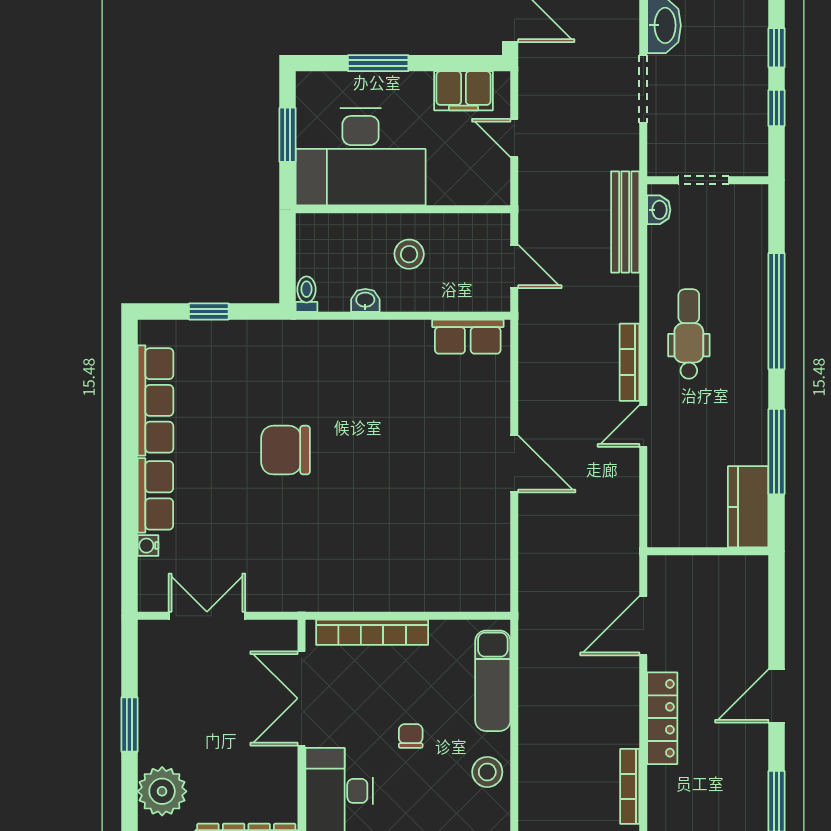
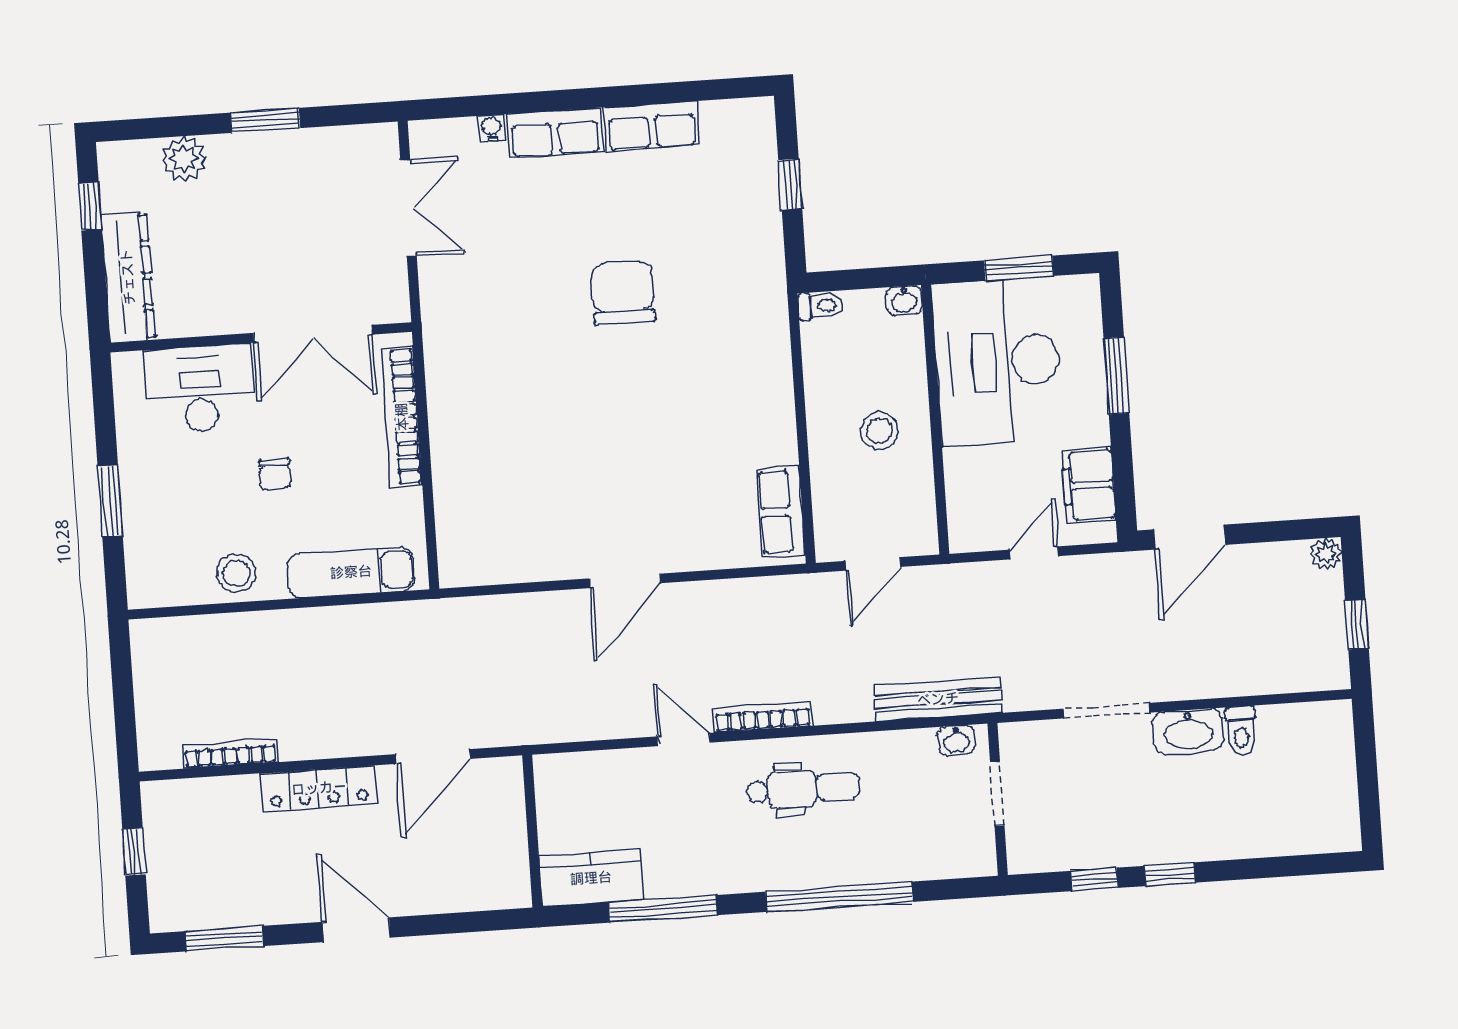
washbasin: (365, 300) -> (904, 301), moved, turned 90
row of seats: (155, 400) -> (652, 127), width x0.68
door: (643, 626) -> (433, 757), swing flipped
double door: (301, 698) -> (313, 334), swing flipped
chair: (411, 736) -> (275, 474), turned 90
plant: (162, 791) -> (184, 159), width x0.73, depth x0.73

